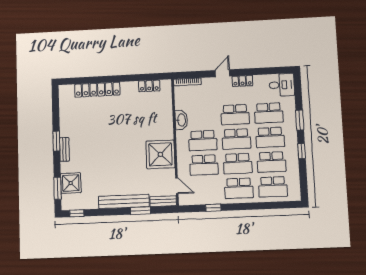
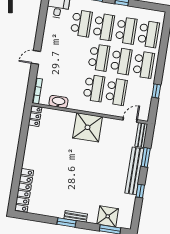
door: (222, 73) -> (36, 57), hinge flipped
locker: (242, 81) -> (47, 41), removed
locker: (149, 86) -> (35, 116), moved
locker: (97, 90) -> (24, 190), moved
school desk: (235, 115) -> (76, 54), removed
washbasin: (181, 120) -> (58, 102), moved
shower: (160, 154) -> (88, 127), moved
window: (77, 213) -> (140, 191), moved

